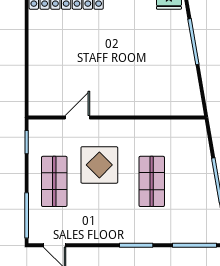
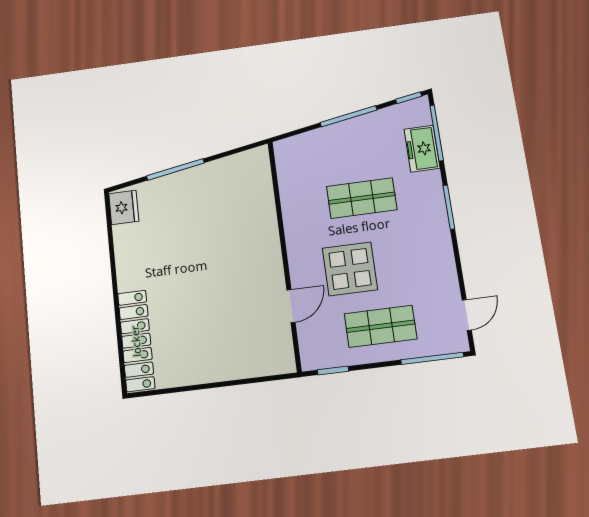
door: (77, 118) -> (291, 306), swing flipped
freezer: (184, 232) -> (422, 149), added

